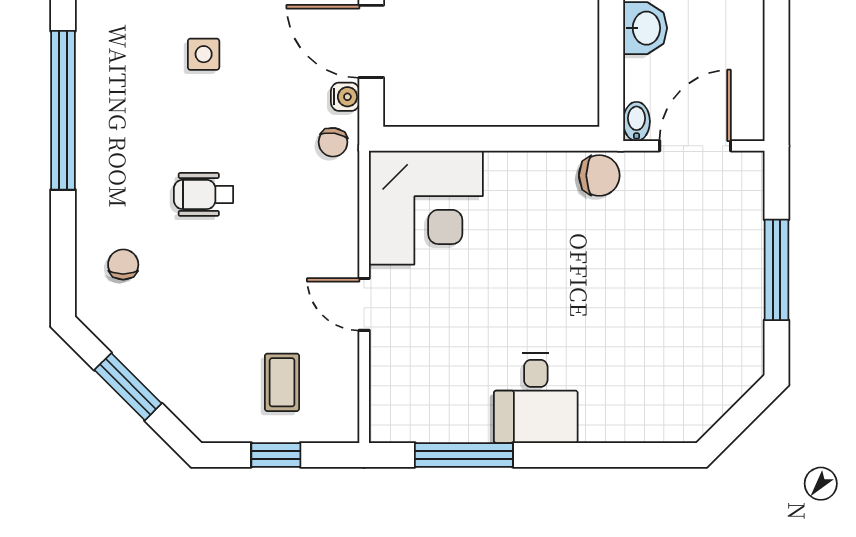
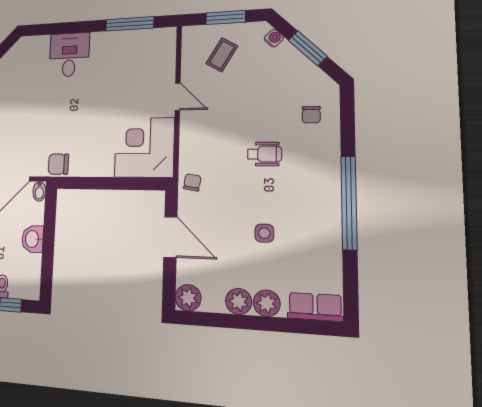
water cooler: (345, 97) -> (274, 38), moved, turned 135
coffee table: (282, 382) -> (222, 55), turned 31
desk: (536, 398) -> (69, 55), moved
window: (276, 455) -> (226, 17), width x1.50

